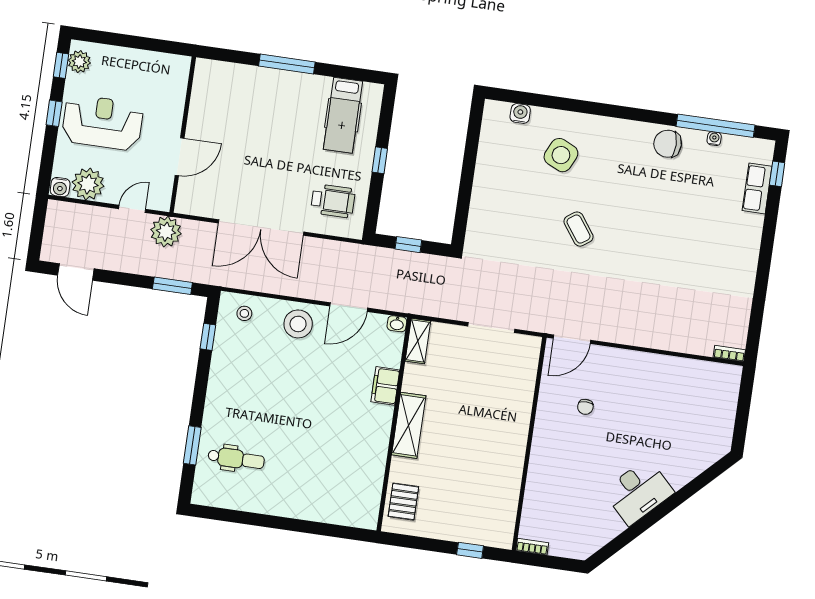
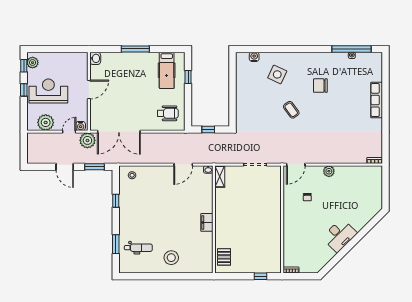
washbasin: (205, 71) -> (95, 58), added
chair: (668, 144) -> (320, 86), moved
door: (180, 157) -> (89, 90), moved
window: (380, 160) -> (188, 77), moved
window: (777, 174) -> (385, 68), removed
water cooler: (60, 187) -> (81, 126), moved
row of seats: (757, 188) -> (377, 100), moved, width x1.48
double door: (261, 228) -> (119, 132), moved
door: (76, 272) -> (65, 167), moved
stool: (298, 324) -> (171, 258), moved
window: (208, 337) -> (116, 201), moved
plant: (636, 362) -> (329, 171), added
filing cabinet: (385, 386) -> (207, 222), moved
shelving: (409, 425) -> (221, 219), removed

